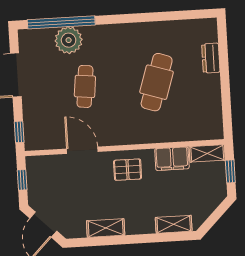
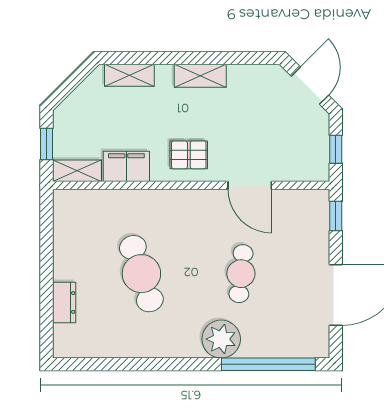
plant: (69, 40) -> (221, 339), moved
cafe table: (157, 82) -> (141, 274), turned -36
shelving: (106, 228) -> (200, 76), moved

